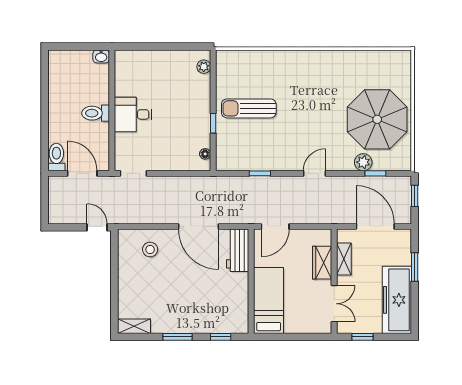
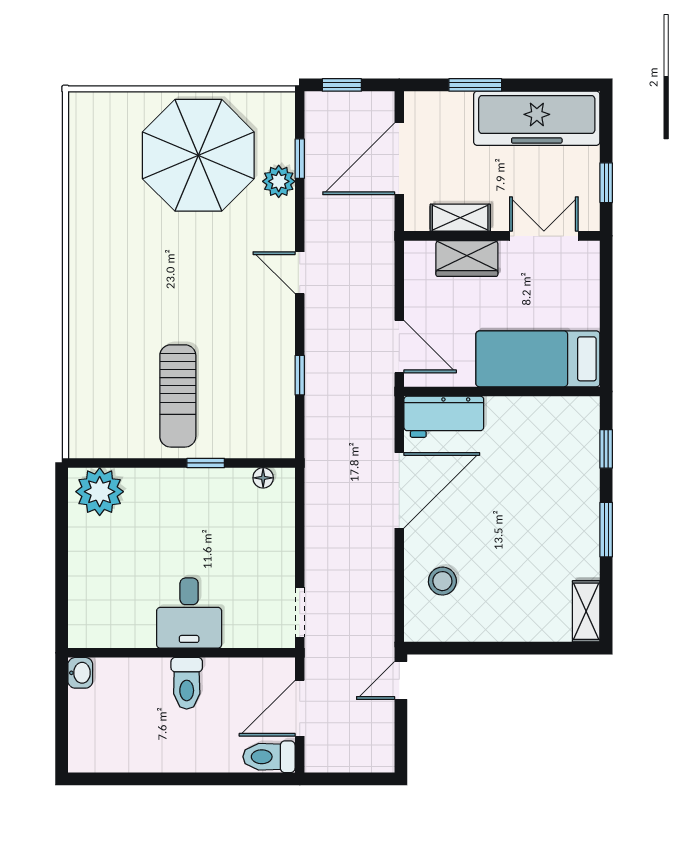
plant: (204, 67) -> (100, 492), width x1.88, depth x1.88

